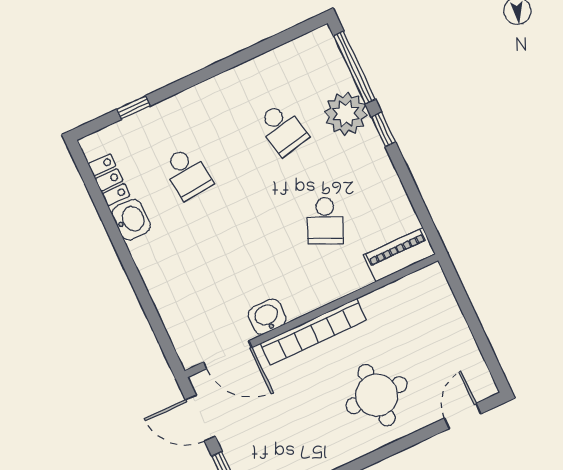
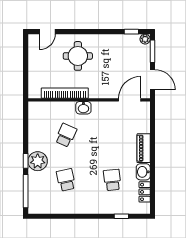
plant: (346, 114) -> (38, 161), moved
piano: (399, 255) -> (144, 148), moved, turned 90
washbasin: (267, 317) -> (83, 108), moved
bookcase: (313, 332) -> (65, 93), moved
door: (228, 355) -> (130, 100), hinge flipped

